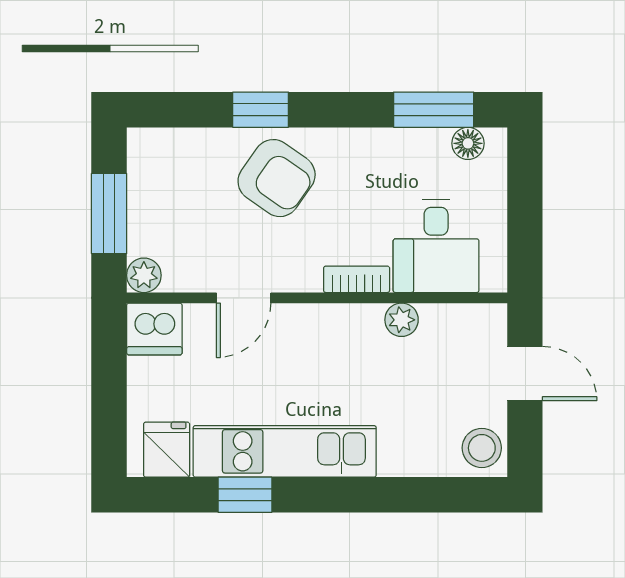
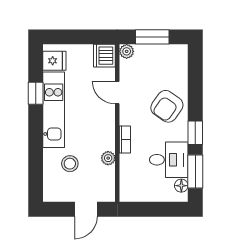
window: (261, 110) -> (195, 133), moved
desk: (436, 246) -> (169, 160), moved, turned 180
stool: (482, 448) -> (70, 164), moved

